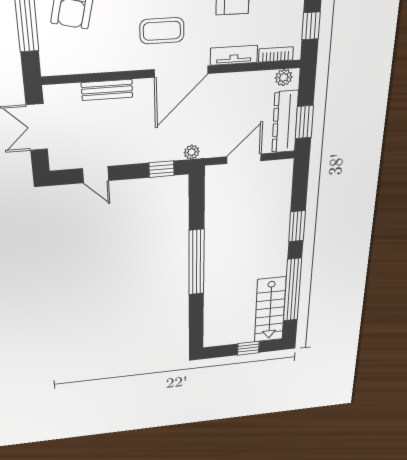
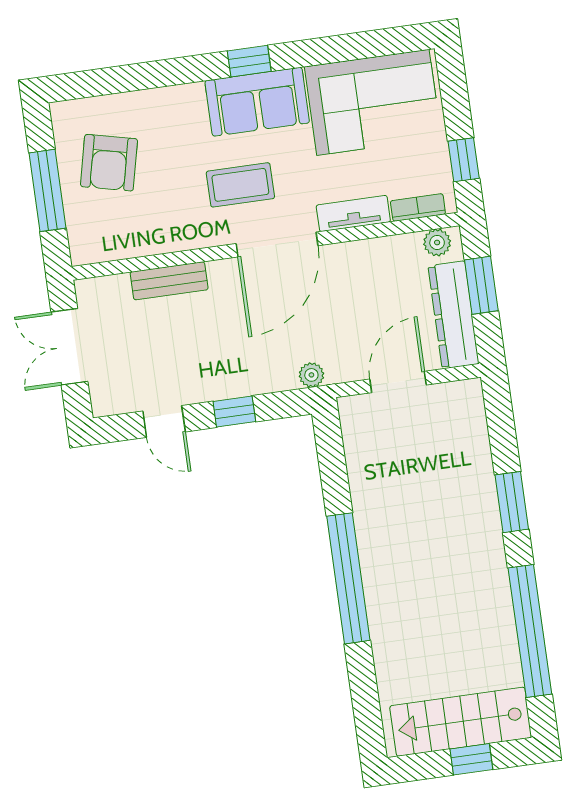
window: (304, 122) -> (481, 285), moved
window: (162, 169) -> (234, 412), moved
stairs: (270, 310) -> (461, 722), moved, turned 90

